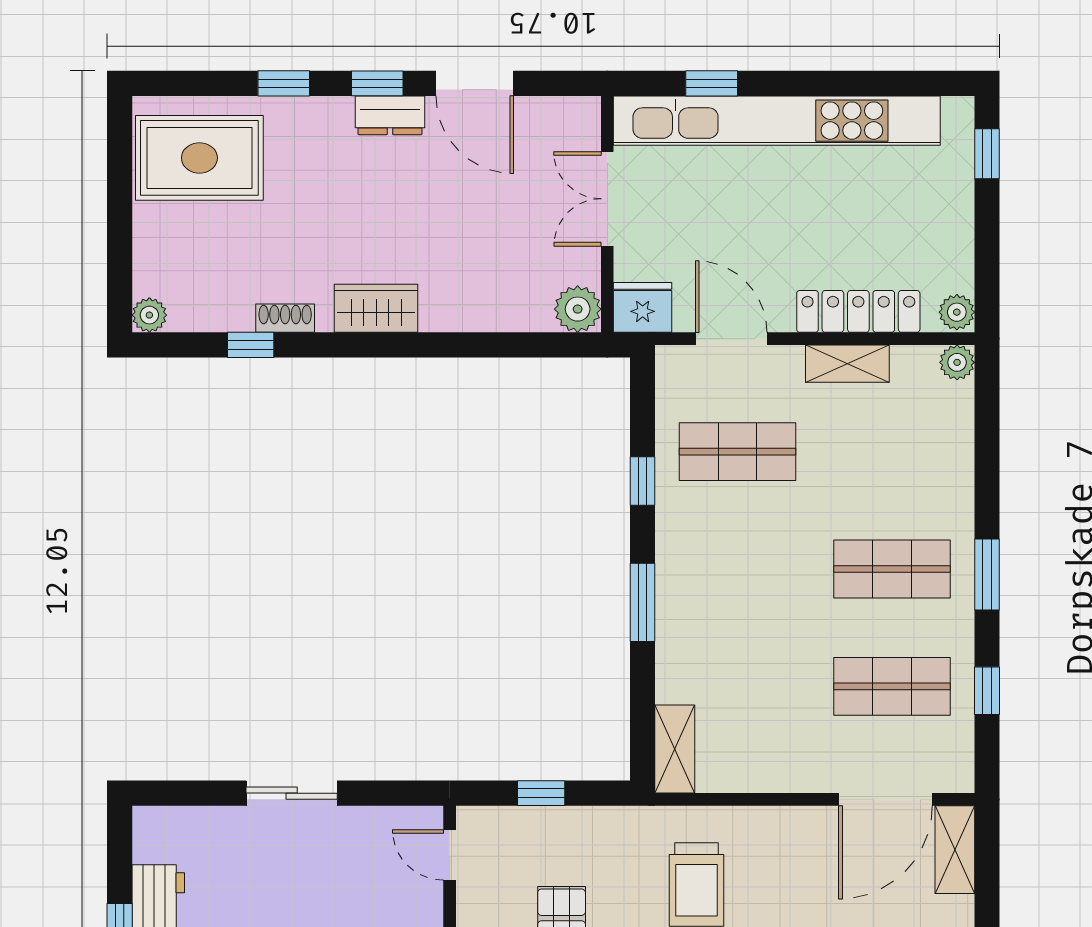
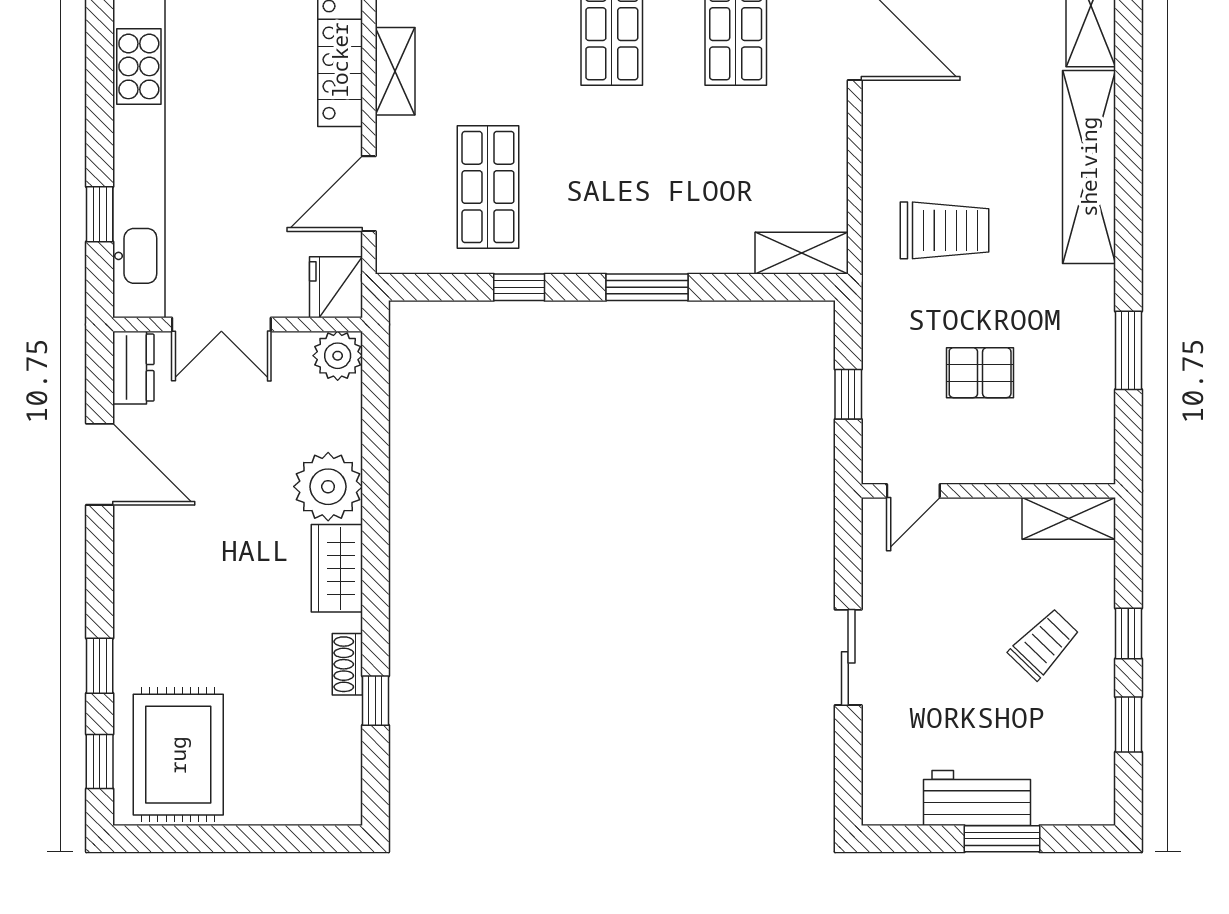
window: (377, 83) -> (100, 762), moved
door: (475, 83) -> (100, 464), hinge flipped
dresser: (390, 115) -> (133, 368), moved
plant: (149, 315) -> (328, 487), moved, width x1.87, depth x1.87

